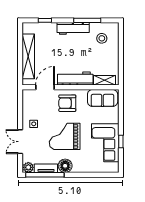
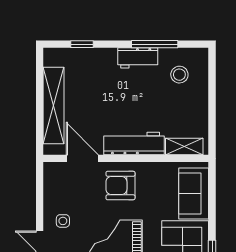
workbench: (73, 28) -> (138, 58), width x0.73
door: (45, 87) -> (82, 158), hinge flipped
sofa: (103, 98) -> (194, 194), moved, turned 90

